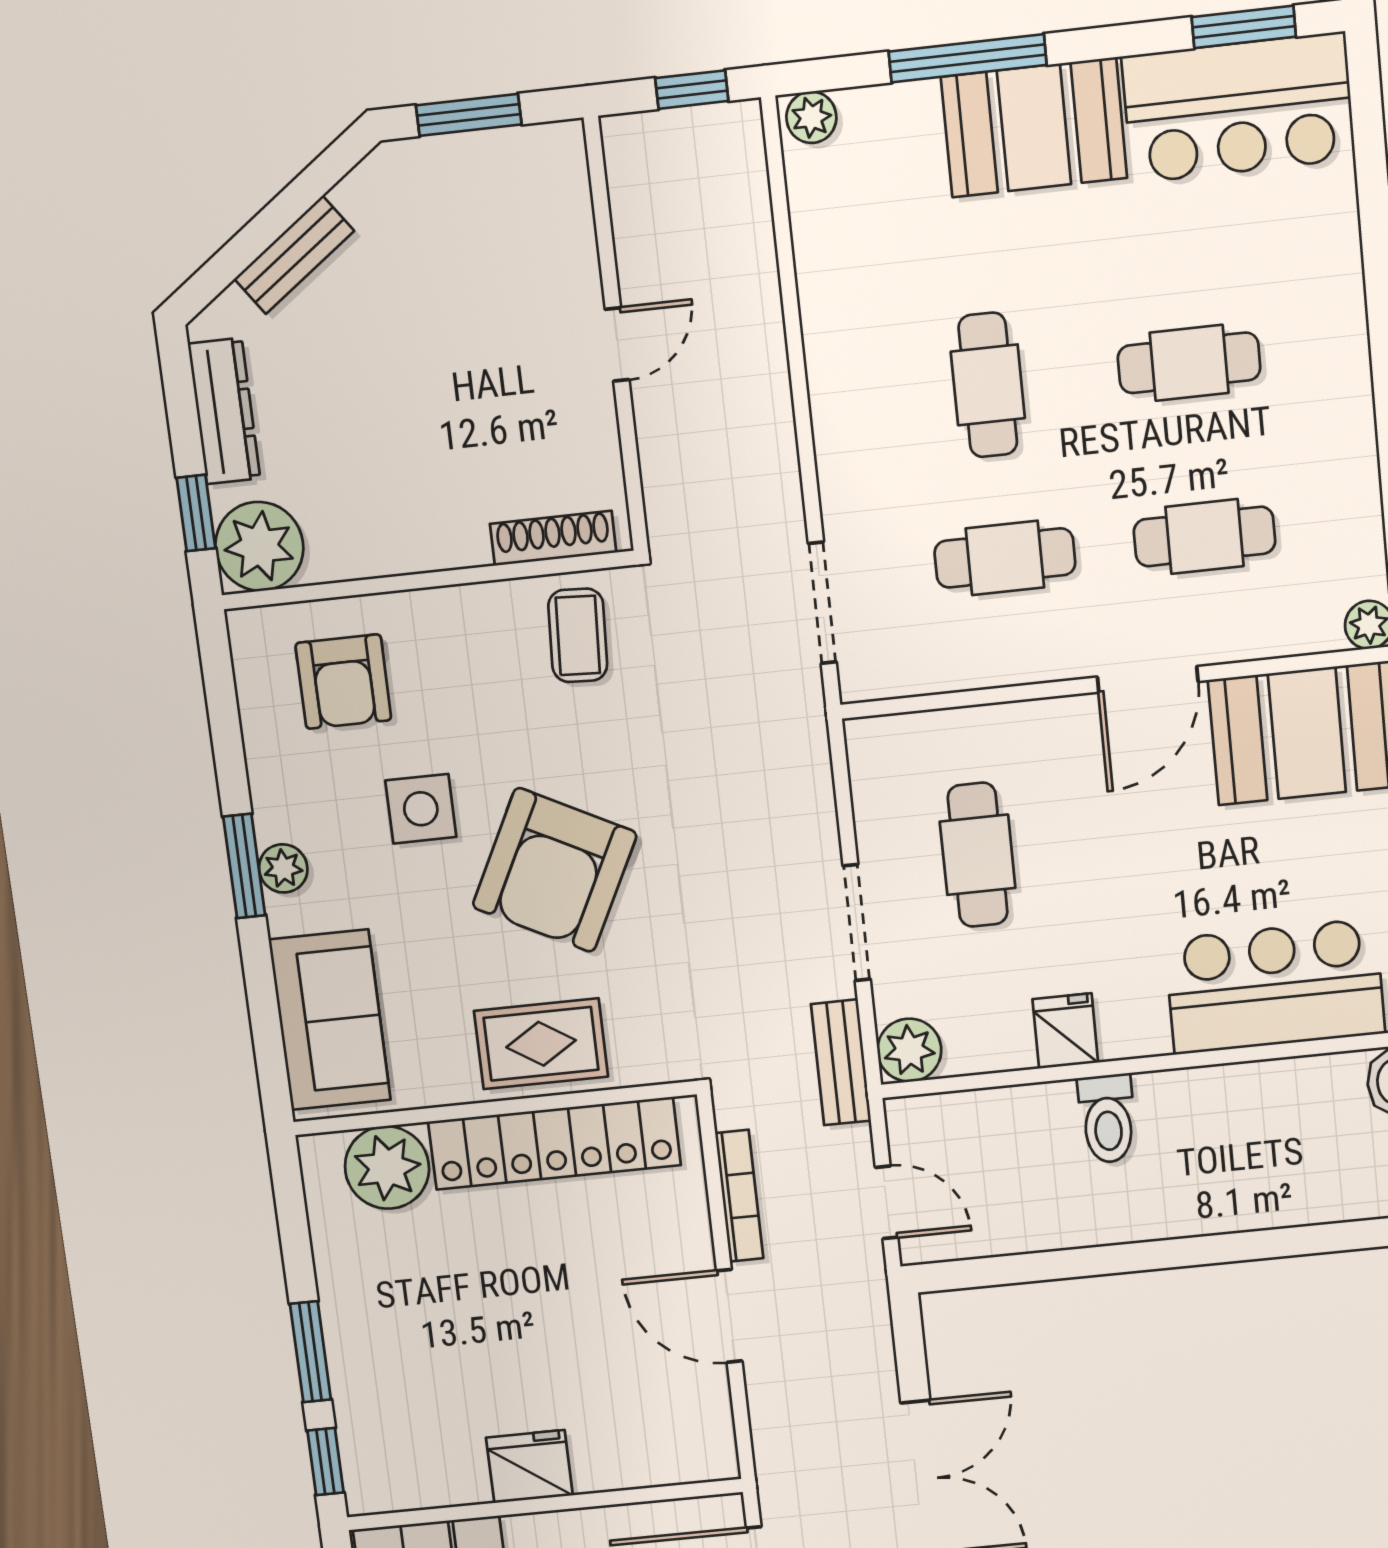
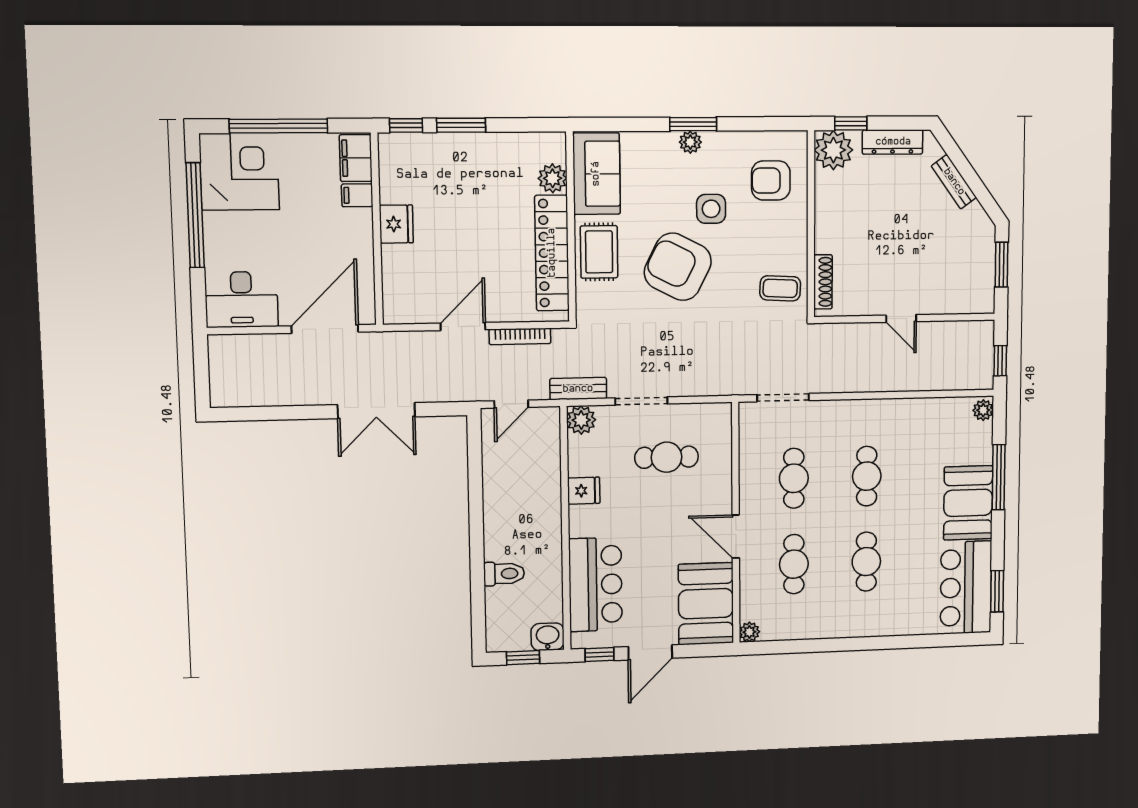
cafe table: (988, 385) -> (867, 476), turned 90
sofa: (330, 1020) -> (596, 174), moved, turned -90
toilet: (1107, 1119) -> (504, 574), moved, turned 180
plant: (387, 1168) -> (553, 178), width x0.73, depth x0.73

